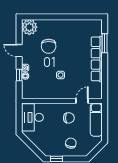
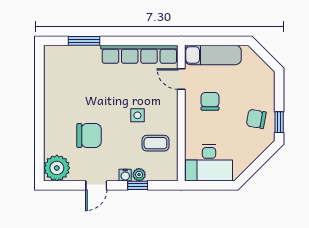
row of seats: (97, 59) -> (139, 54), moved
coffee table: (44, 86) -> (155, 143), added
chair: (71, 143) -> (256, 119), moved

